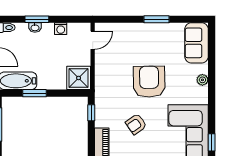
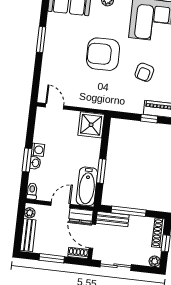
washing machine: (61, 29) -> (38, 150), moved
window: (91, 113) -> (149, 119), moved
armchair: (136, 124) -> (144, 72), turned 50

